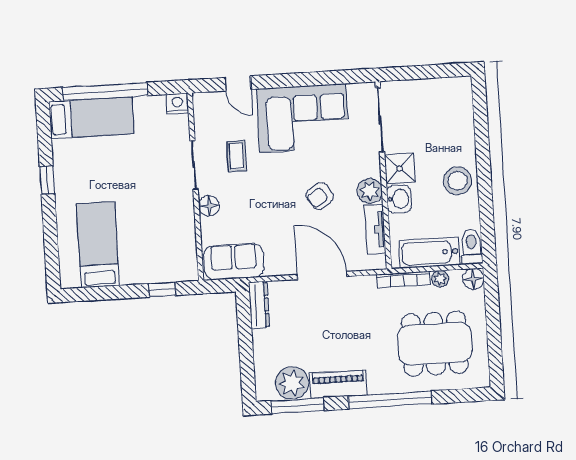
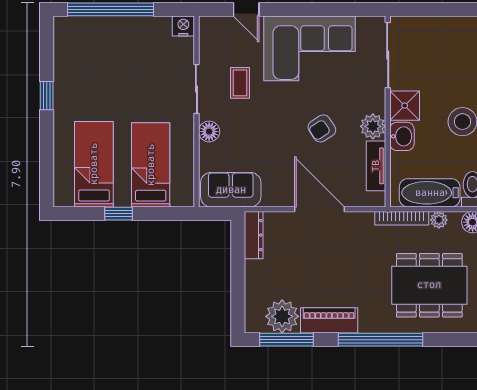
bed: (91, 118) -> (151, 165), moved, turned -90
window: (162, 290) -> (118, 214), moved

